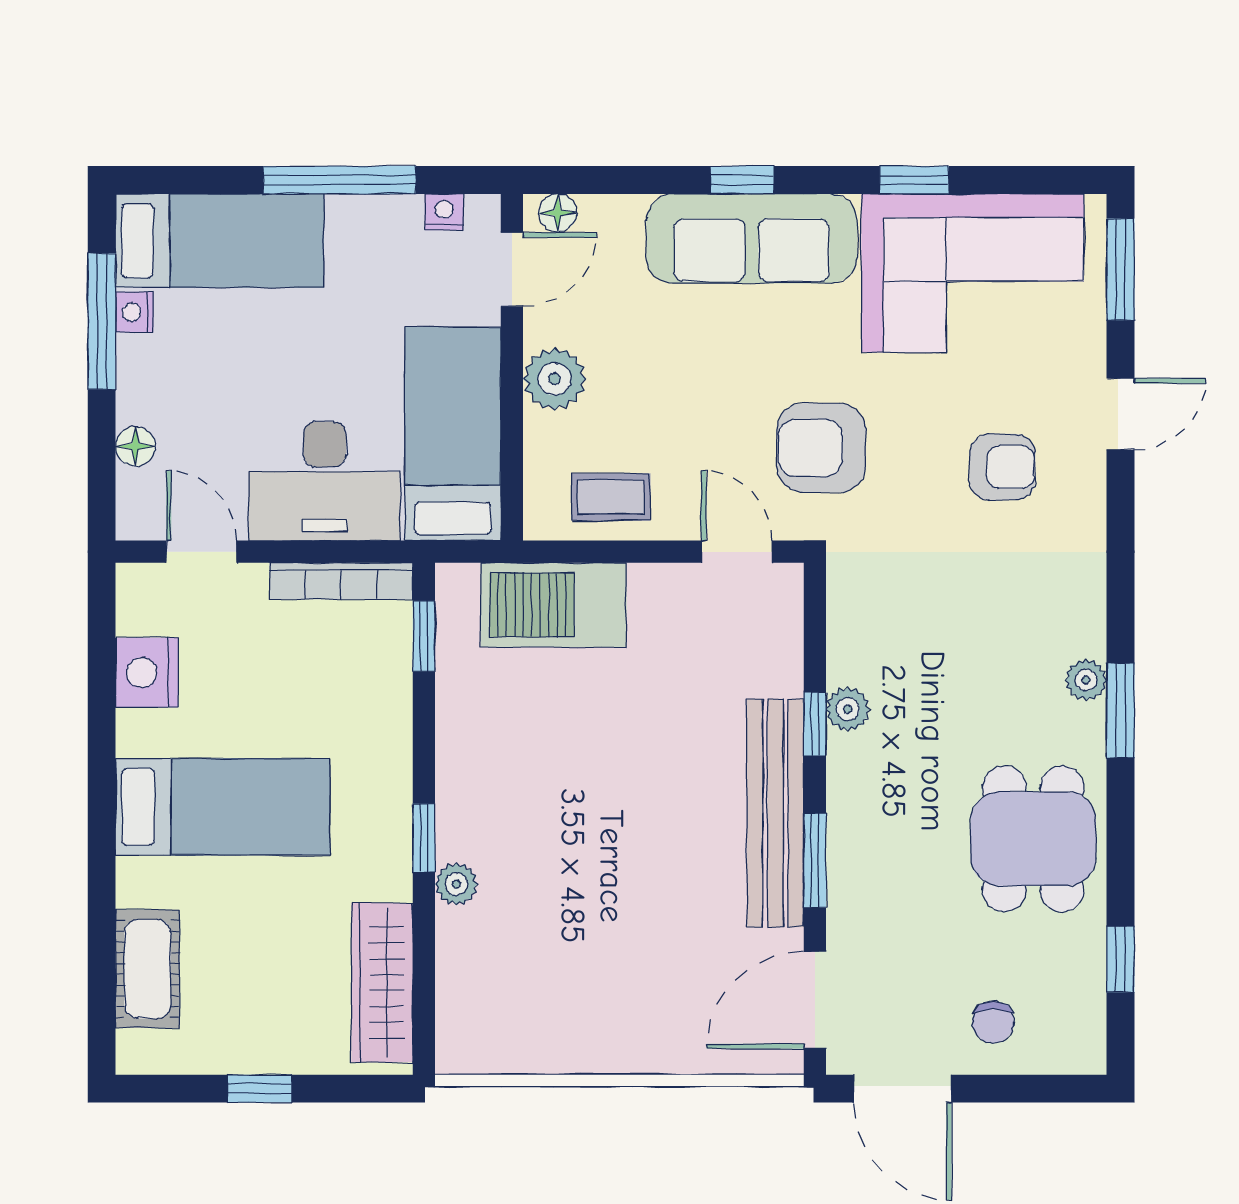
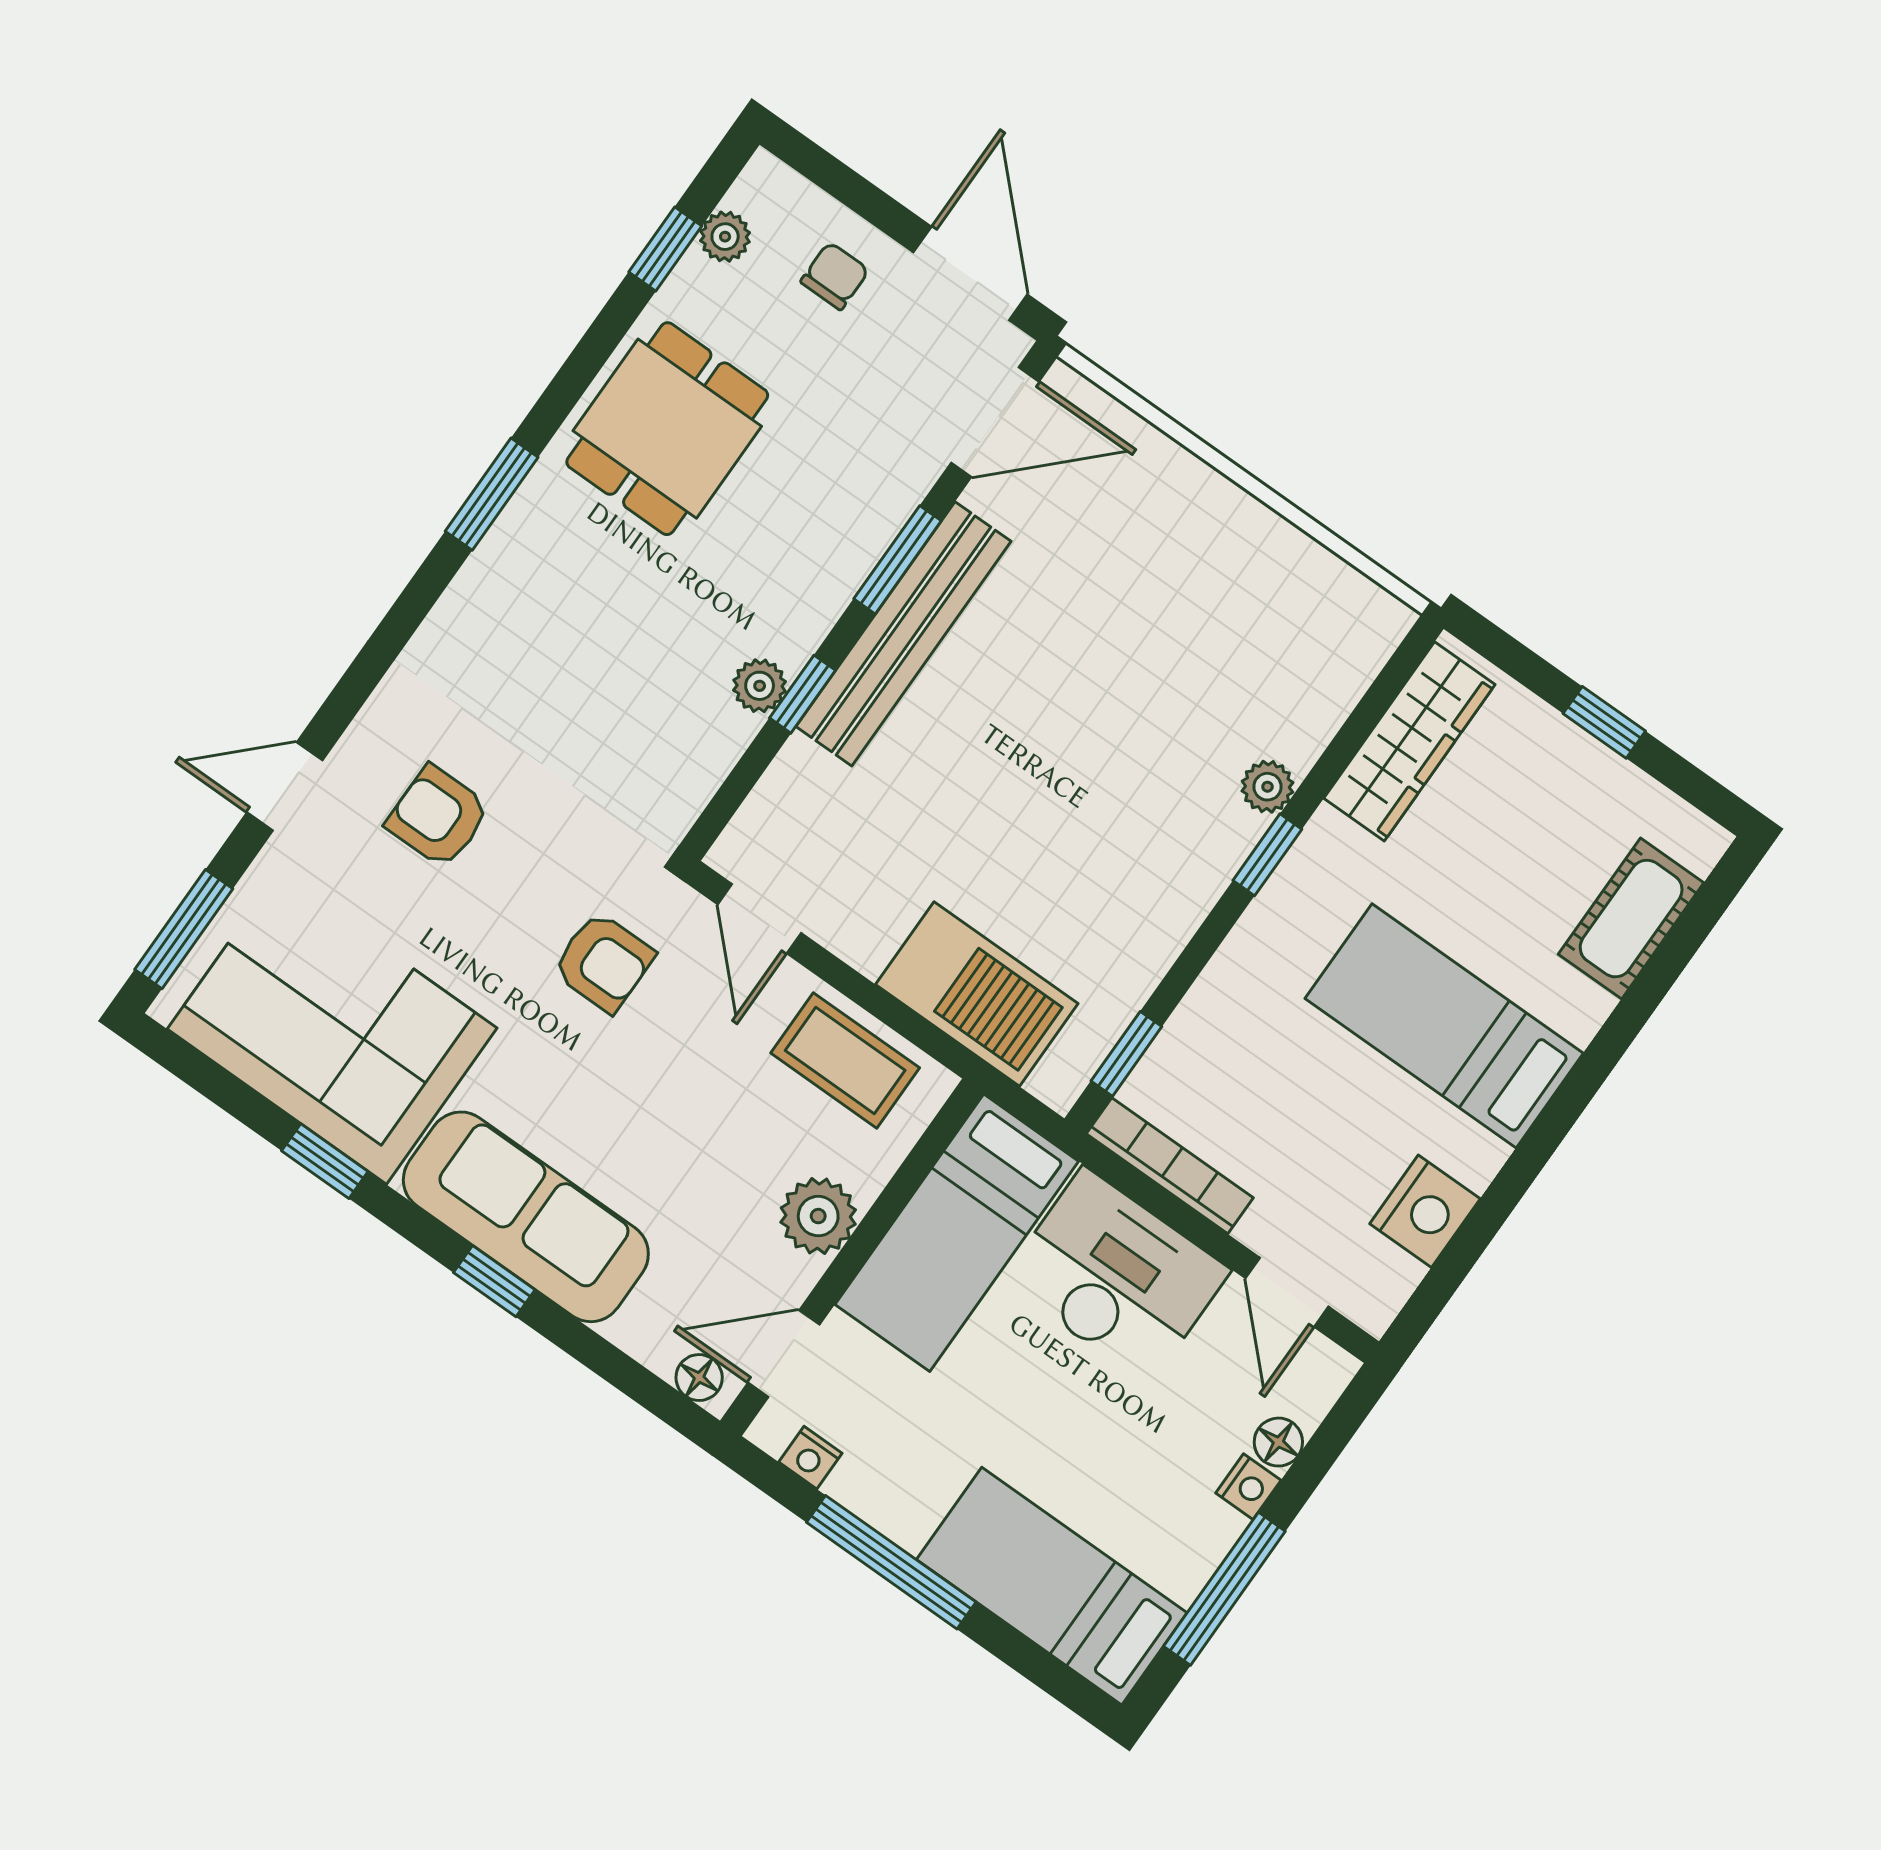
nightstand: (134, 312) -> (1248, 1487), moved
armchair: (821, 448) -> (603, 962), width x0.72, depth x0.72
coffee table: (611, 497) -> (845, 1060), width x1.36, depth x1.30
plant: (1086, 680) -> (725, 237), moved

